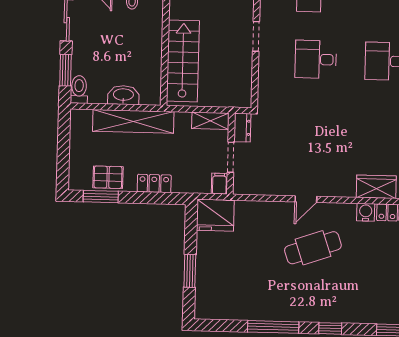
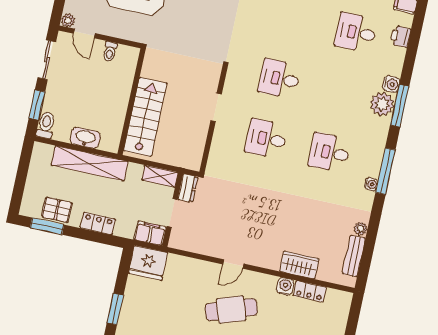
filing cabinet: (219, 184) -> (150, 233), width x2.00

